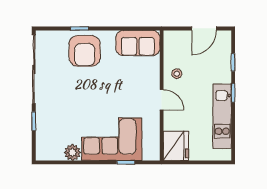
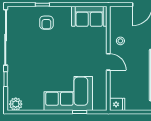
armchair: (85, 51) -> (46, 23), width x0.53, depth x0.53
fridge: (176, 146) -> (117, 104), width x0.53, depth x0.75
plant: (72, 152) -> (16, 104), moved

